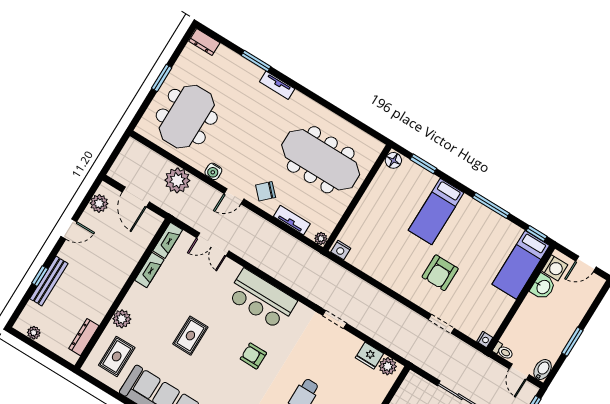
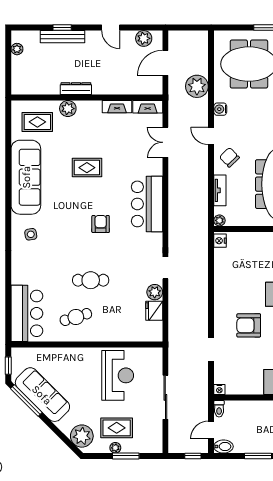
dresser: (84, 337) -> (76, 89), moved
plant: (388, 366) -> (155, 292), moved

